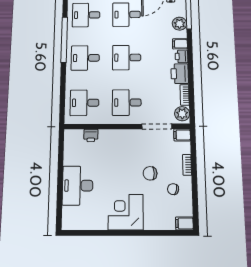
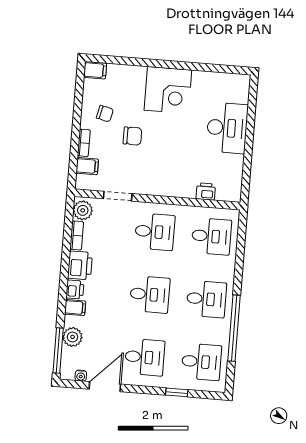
doorway: (157, 126) -> (118, 196), width x0.73
filing cabinet: (182, 135) -> (87, 166), moved

